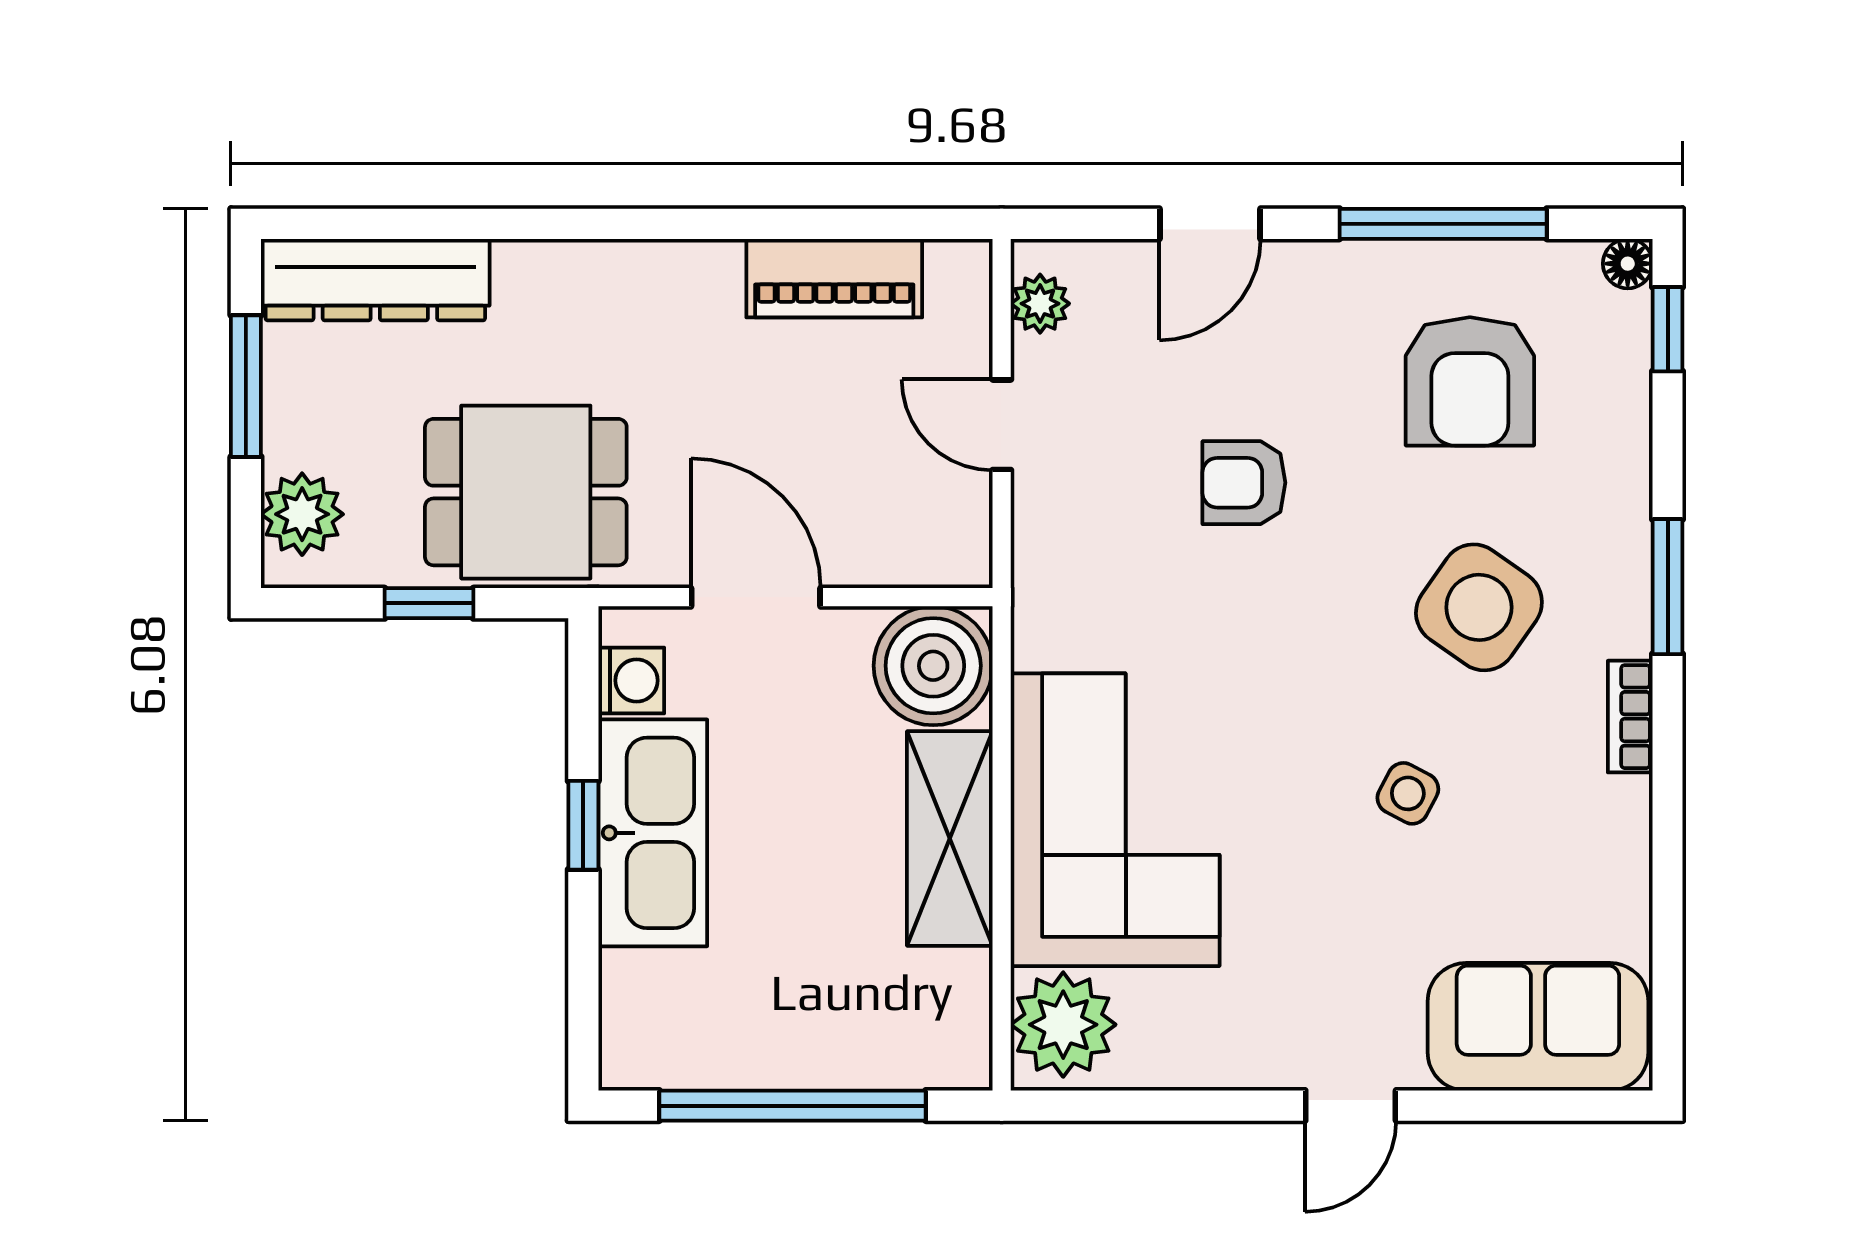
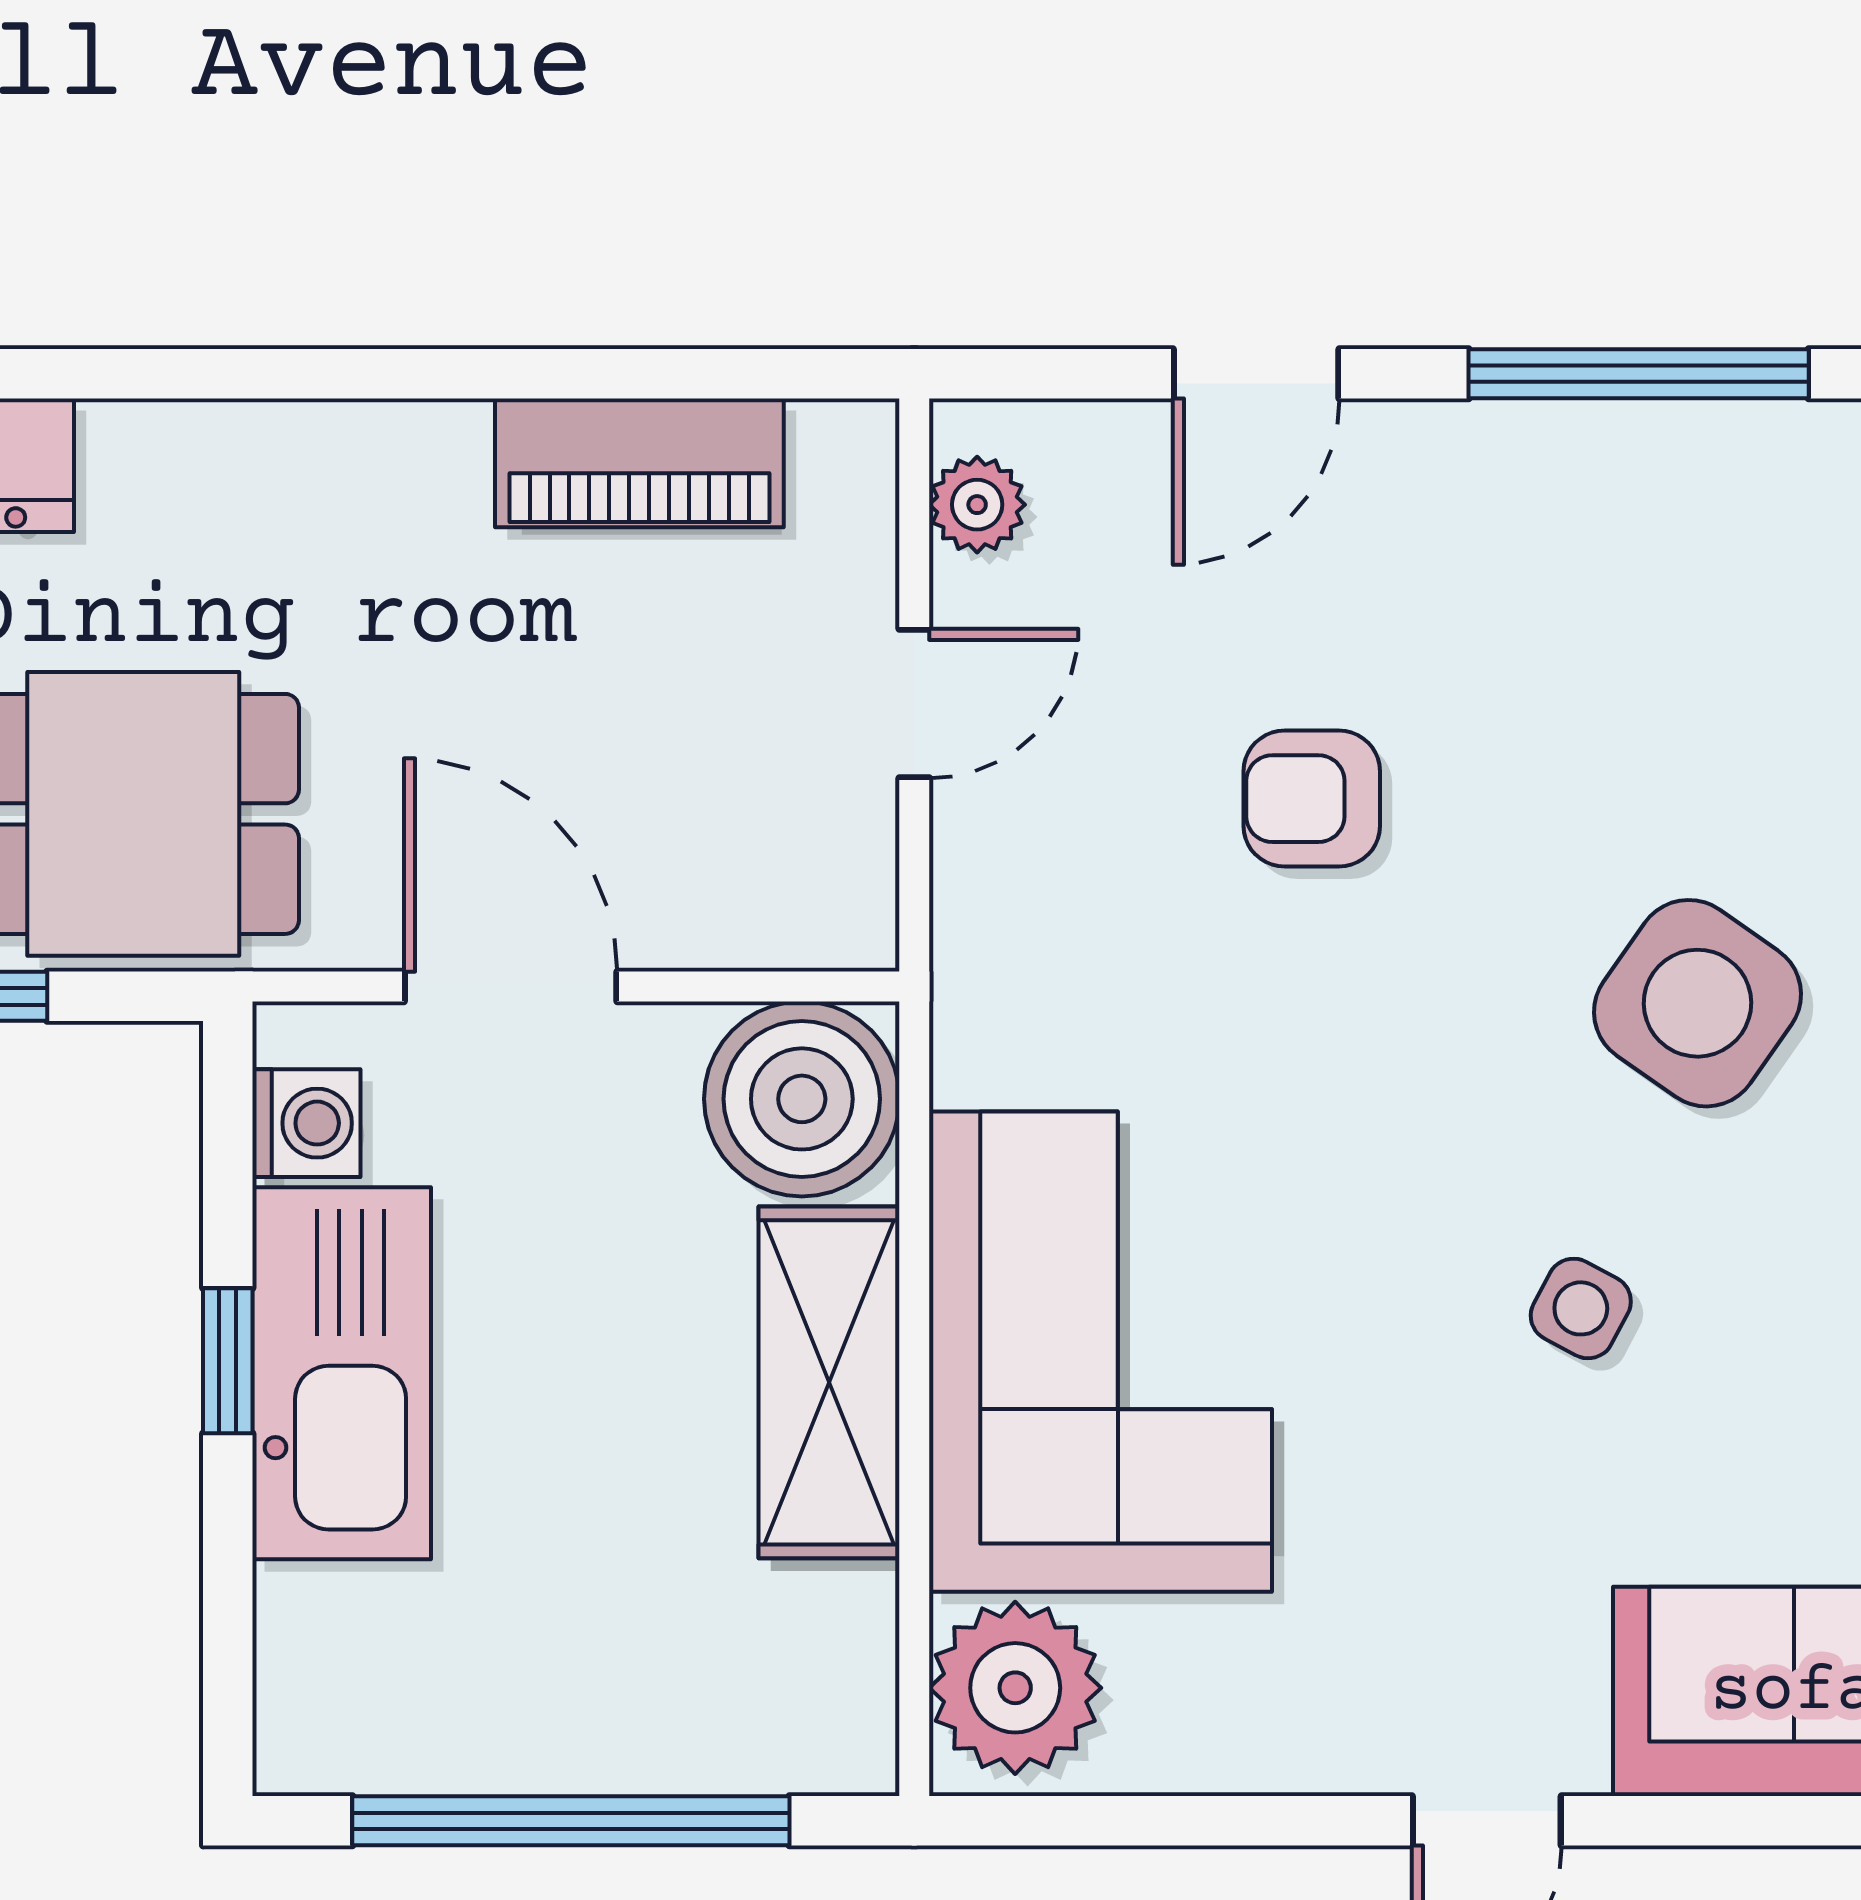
armchair: (1470, 381) -> (1683, 632), removed
door: (1002, 425) -> (914, 703), swing flipped

